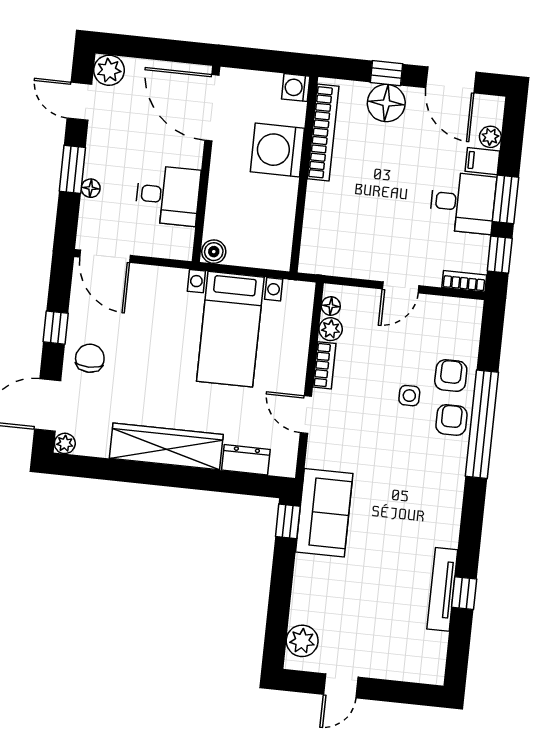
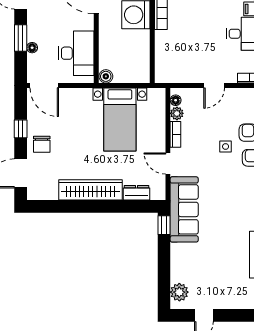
desk: (168, 195) -> (76, 53), width x1.37
chair: (90, 358) -> (42, 144), turned 180
plant: (65, 443) -> (33, 194), removed
sofa: (324, 513) -> (184, 209), width x1.36

